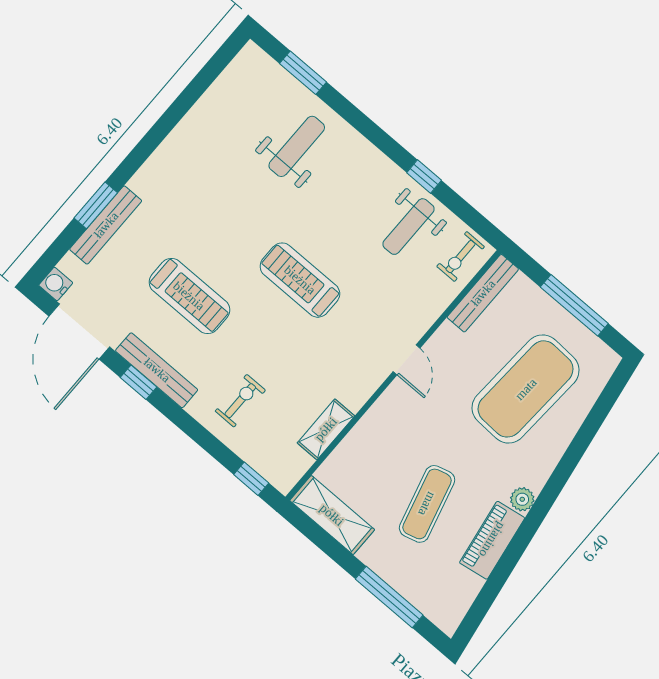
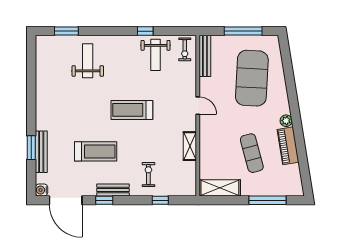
bench: (157, 370) -> (113, 190), width x0.73
shelving: (326, 429) -> (190, 146), moved
window: (251, 479) -> (160, 200), moved

